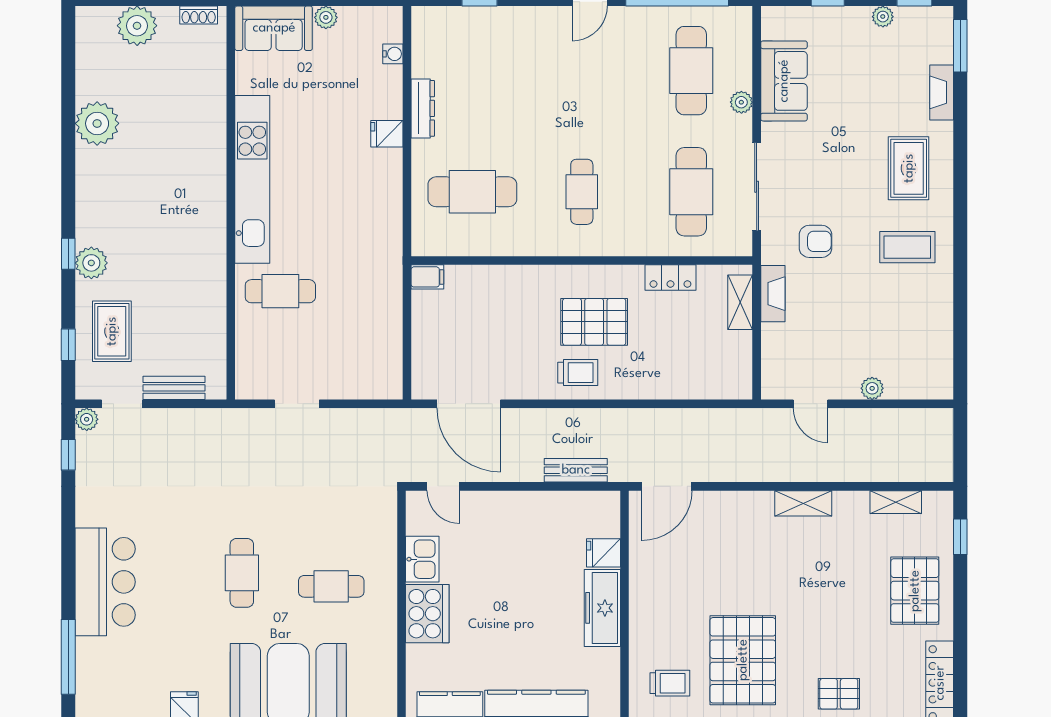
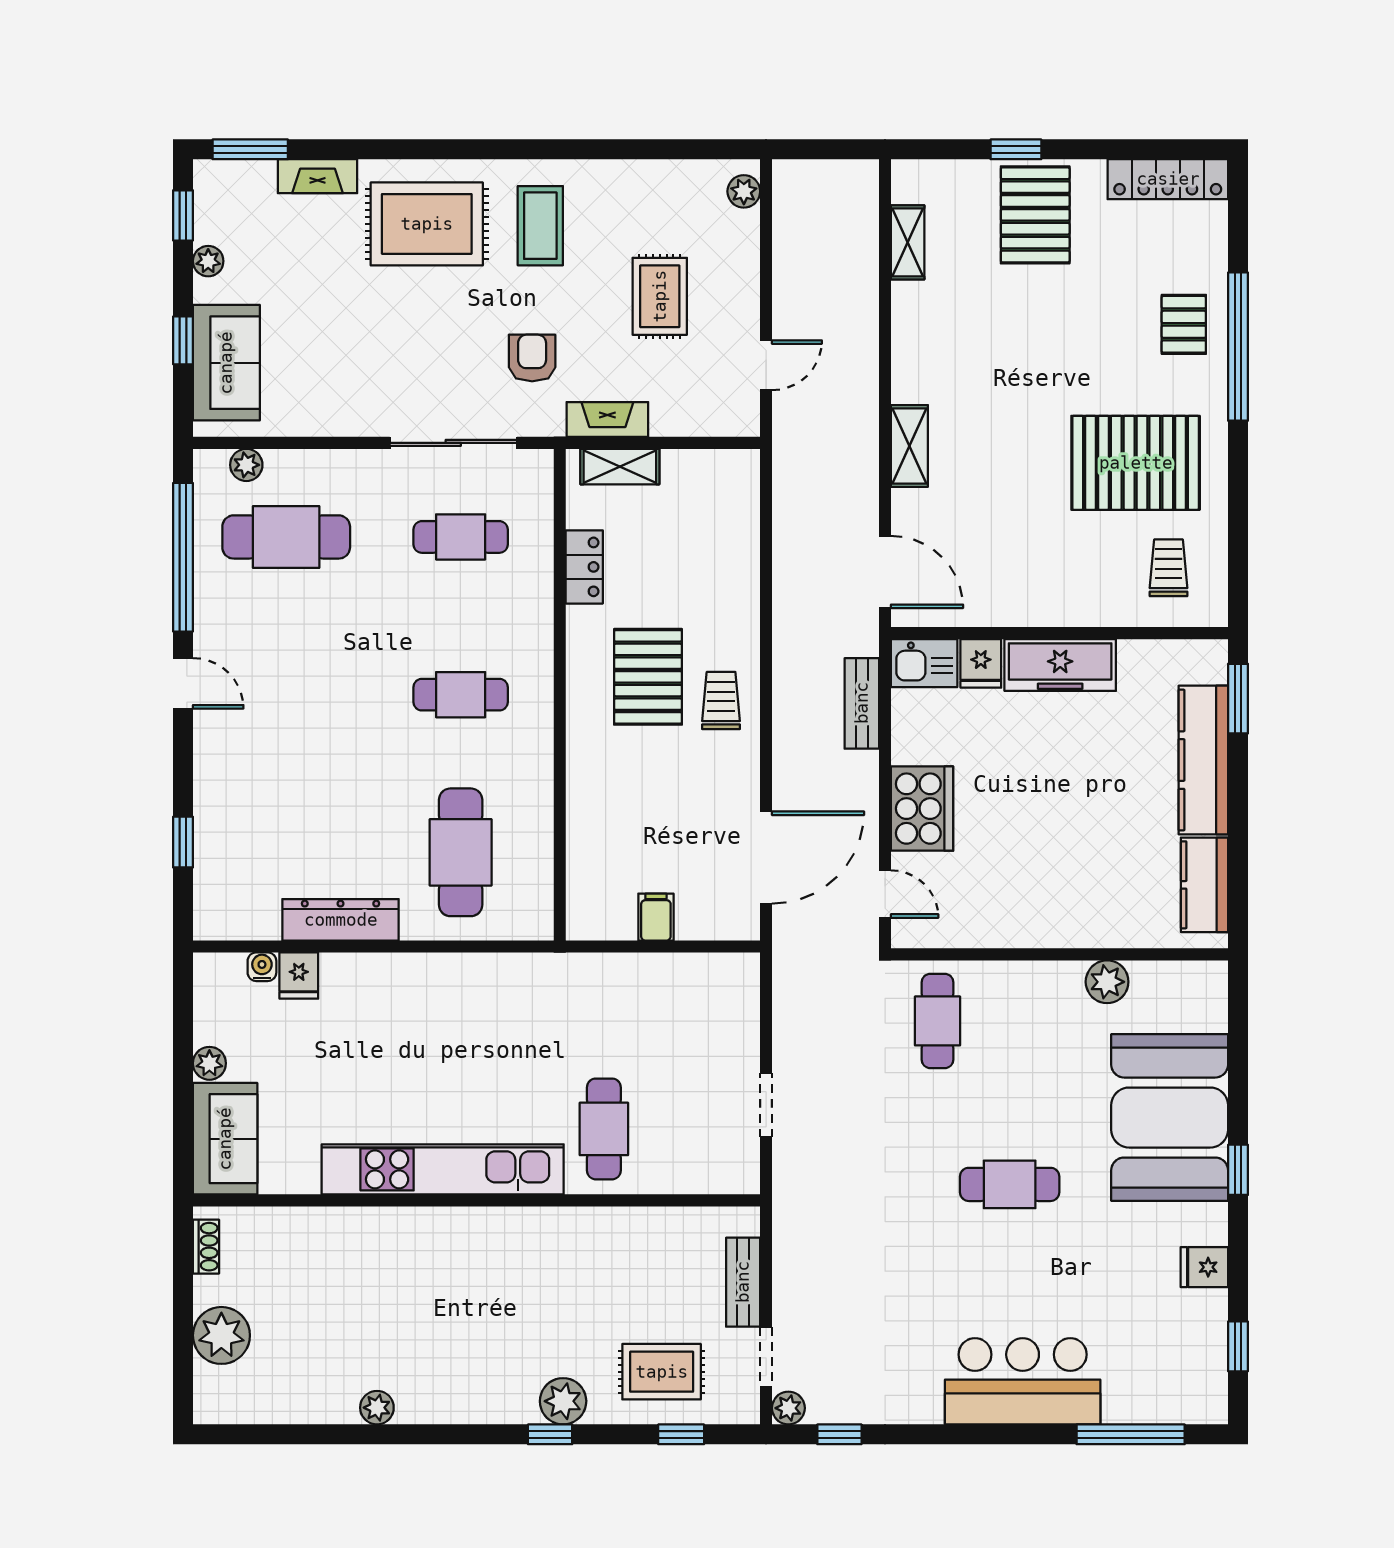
sofa: (784, 81) -> (226, 363), moved, turned 90
plant: (741, 102) -> (246, 465), moved
dresser: (423, 108) -> (341, 920), width x1.37, depth x1.24
plant: (97, 123) -> (377, 1408), width x0.53, depth x0.53
fridge: (387, 134) -> (299, 976), moved
rug: (909, 168) -> (427, 224), width x1.36, depth x1.43
cafe table: (691, 192) -> (461, 537), width x0.73, depth x0.74
filing cabinet: (427, 277) -> (656, 917), moved
rug: (858, 330) -> (660, 296), added
plant: (872, 388) -> (744, 191), moved
door: (443, 486) -> (885, 894), hinge flipped
shelving: (803, 503) -> (909, 446), moved
window: (960, 537) -> (1016, 149), moved
kitchen sink: (422, 559) -> (924, 663), moved, turned 180
cafe table: (331, 586) -> (938, 1021), moved
pallet: (915, 591) -> (1035, 215), turned 90
cooker: (427, 614) -> (922, 809), moved, turned 90
plant: (382, 641) -> (1107, 982), added

